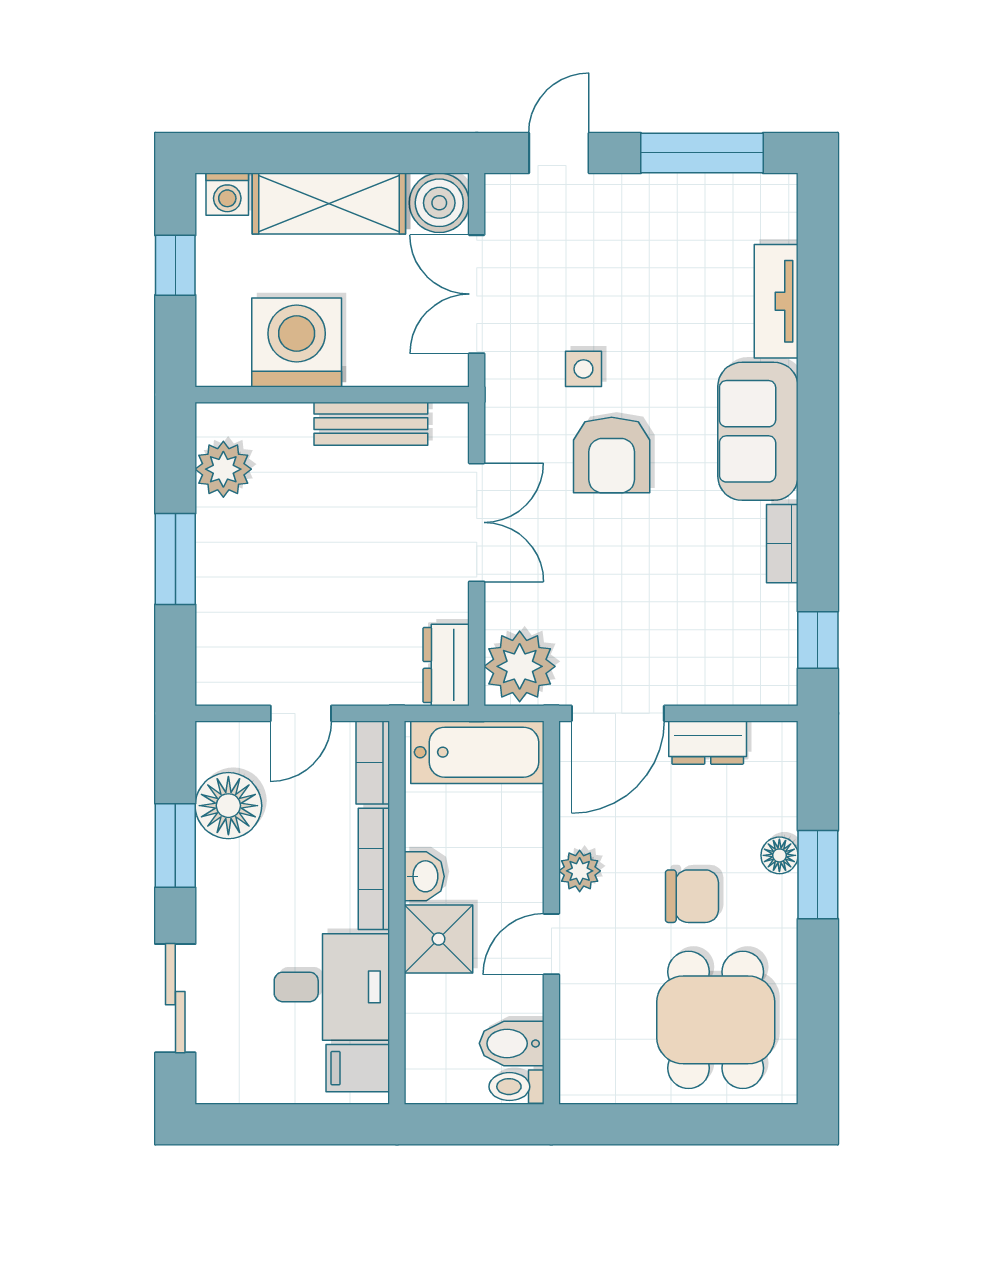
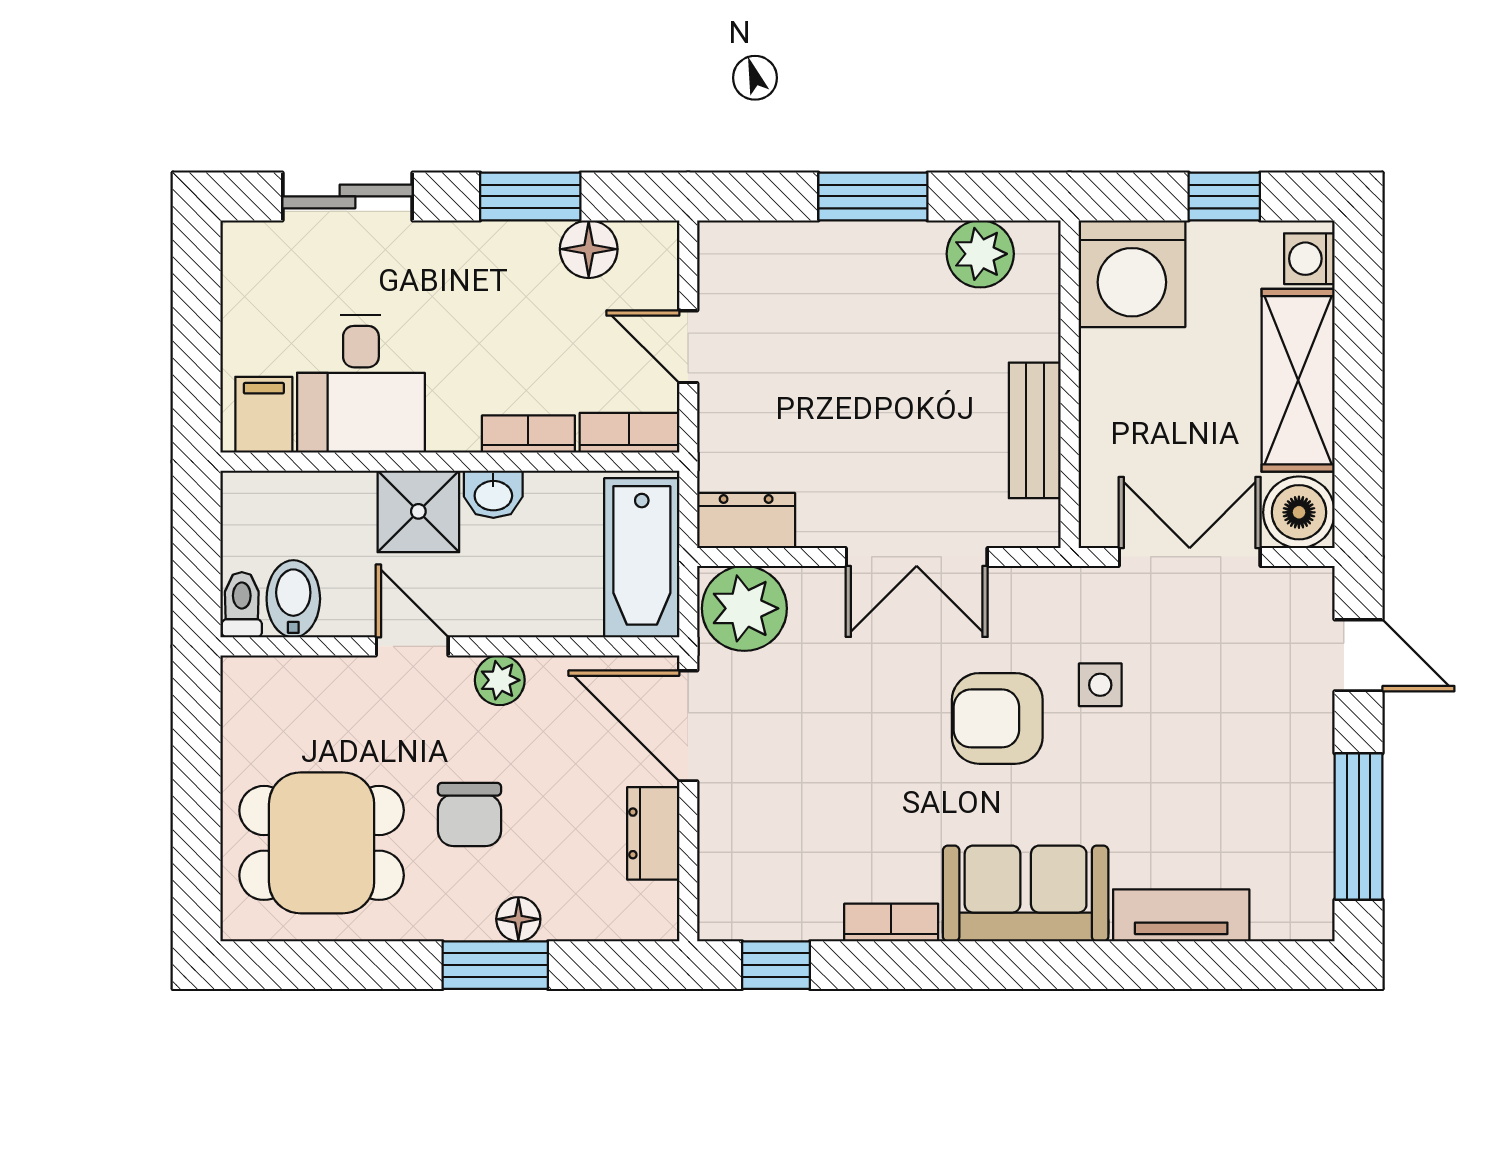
washing machine: (297, 342) -> (1132, 274), moved, turned 90
floor lamp: (228, 806) -> (589, 249), width x0.73, depth x0.73
bookcase: (374, 869) -> (528, 434), width x0.64

